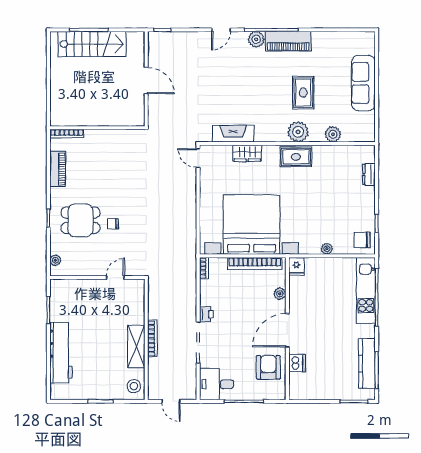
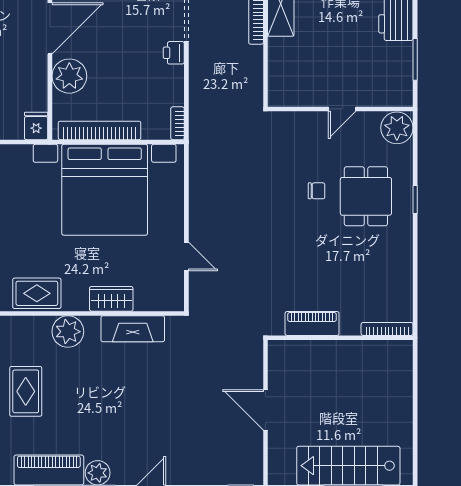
plant: (298, 132) -> (68, 332), moved
door: (198, 158) -> (186, 256), moved
piano: (58, 169) -> (312, 323), moved, turned 90
dining table: (81, 220) -> (366, 196), turned 90
plant: (55, 260) -> (397, 128), width x1.87, depth x1.87
door: (115, 278) -> (342, 109), moved
plant: (280, 294) -> (69, 76), width x1.88, depth x1.88

